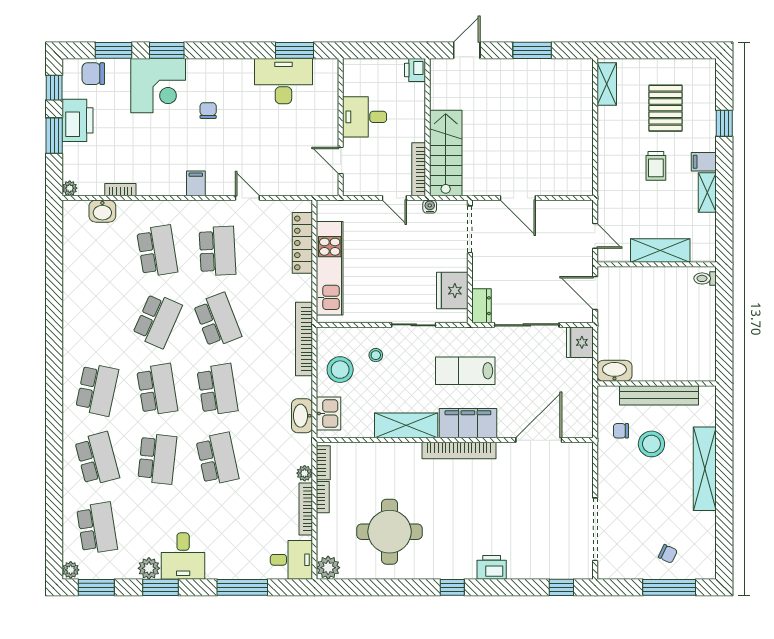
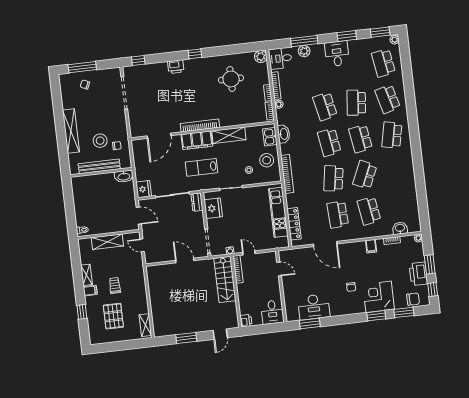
desk: (365, 117) -> (272, 312), moved, turned 90
filing cabinet: (196, 183) -> (371, 246), moved
door: (247, 198) -> (325, 244), width x1.87
school desk: (217, 320) -> (333, 178), turned 30
lab bench: (465, 371) -> (201, 167), turned 180
round table: (390, 532) -> (231, 79), width x0.73, depth x0.73
plant: (149, 568) -> (304, 51), moved

